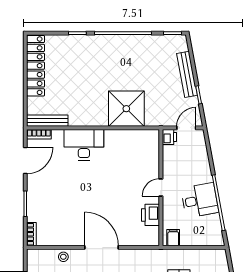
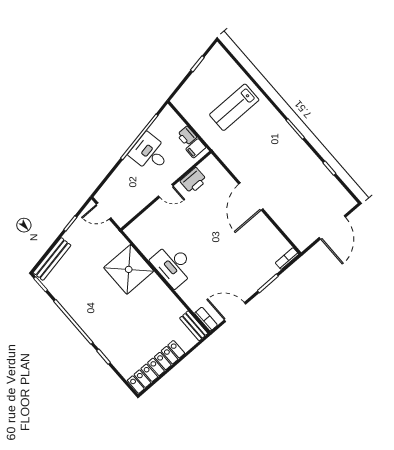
bench: (187, 74) -> (52, 259), moved
bench: (47, 121) -> (194, 326), width x0.73
printer: (169, 137) -> (187, 136), moved, turned -90
desk: (84, 145) -> (173, 265), moved
stool: (63, 257) -> (283, 219), removed

